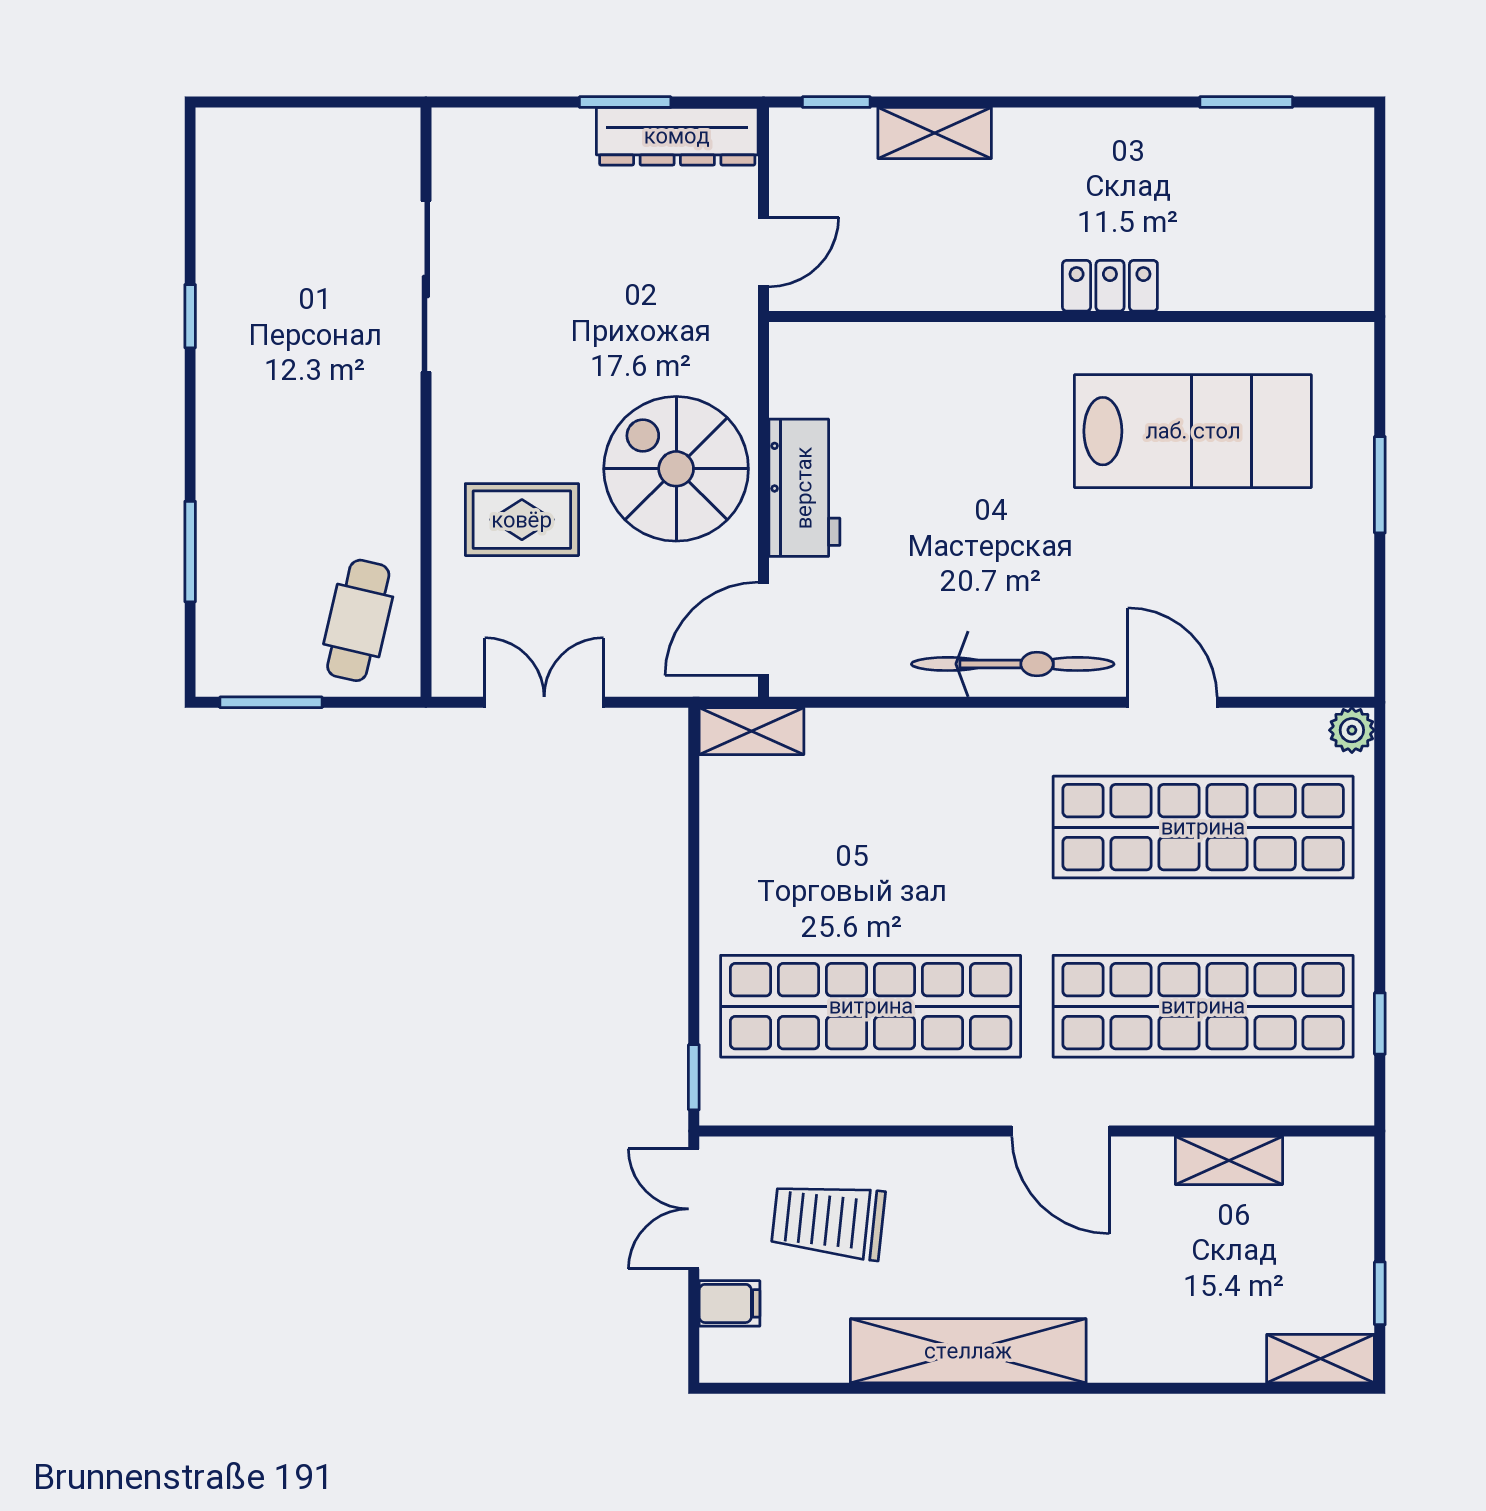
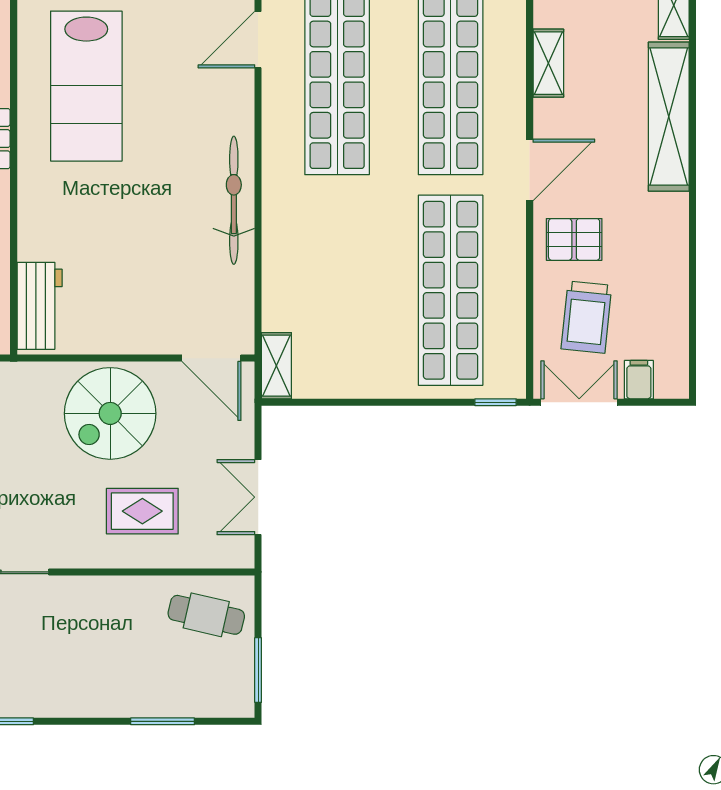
lab bench: (1193, 431) -> (86, 86), turned 180
workbench: (804, 488) -> (40, 306), moved, turned 90
rug: (522, 520) -> (142, 511), turned 90
door: (1173, 702) -> (258, 40), moved
pallet: (951, 1201) -> (574, 239), added
double door: (694, 1209) -> (579, 402), swing flipped
shelving: (968, 1351) -> (669, 117), moved

